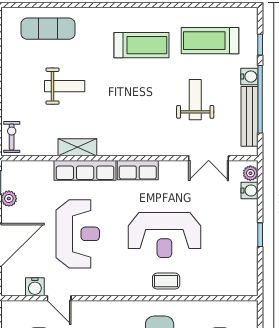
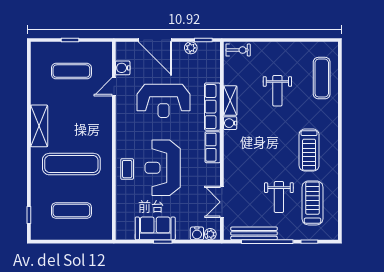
water cooler: (249, 77) -> (230, 123), moved, turned 90
weight bench: (195, 100) -> (279, 197), moved, turned 90
sofa: (243, 245) -> (155, 228), added

